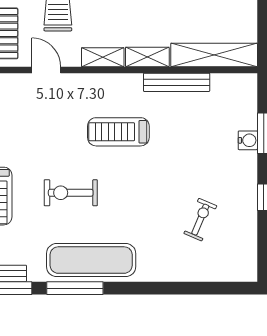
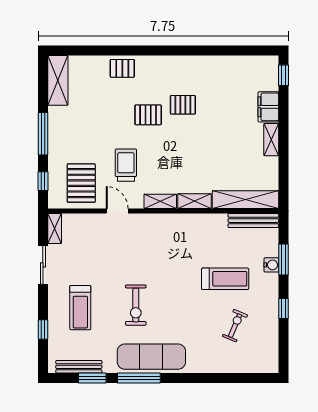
bench: (177, 82) -> (253, 221), moved
treadmill: (118, 132) -> (225, 279), moved, turned 180
exercise bike: (71, 193) -> (136, 305), turned -90

